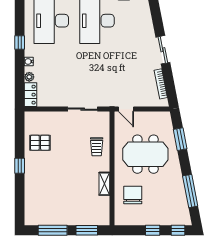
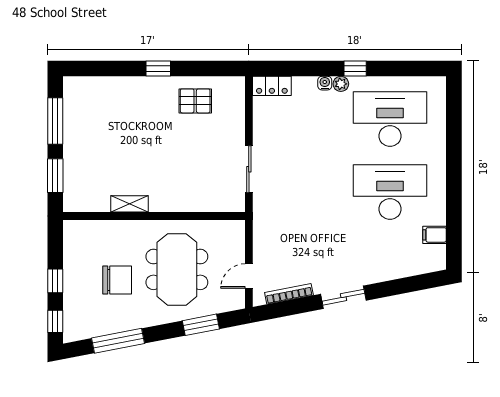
plant: (29, 77) -> (341, 84), moved
door: (126, 109) -> (249, 276), moved
pallet: (40, 143) -> (195, 101), turned 90
trolley: (97, 147) -> (189, 191), removed
chair: (133, 195) -> (117, 280), moved

